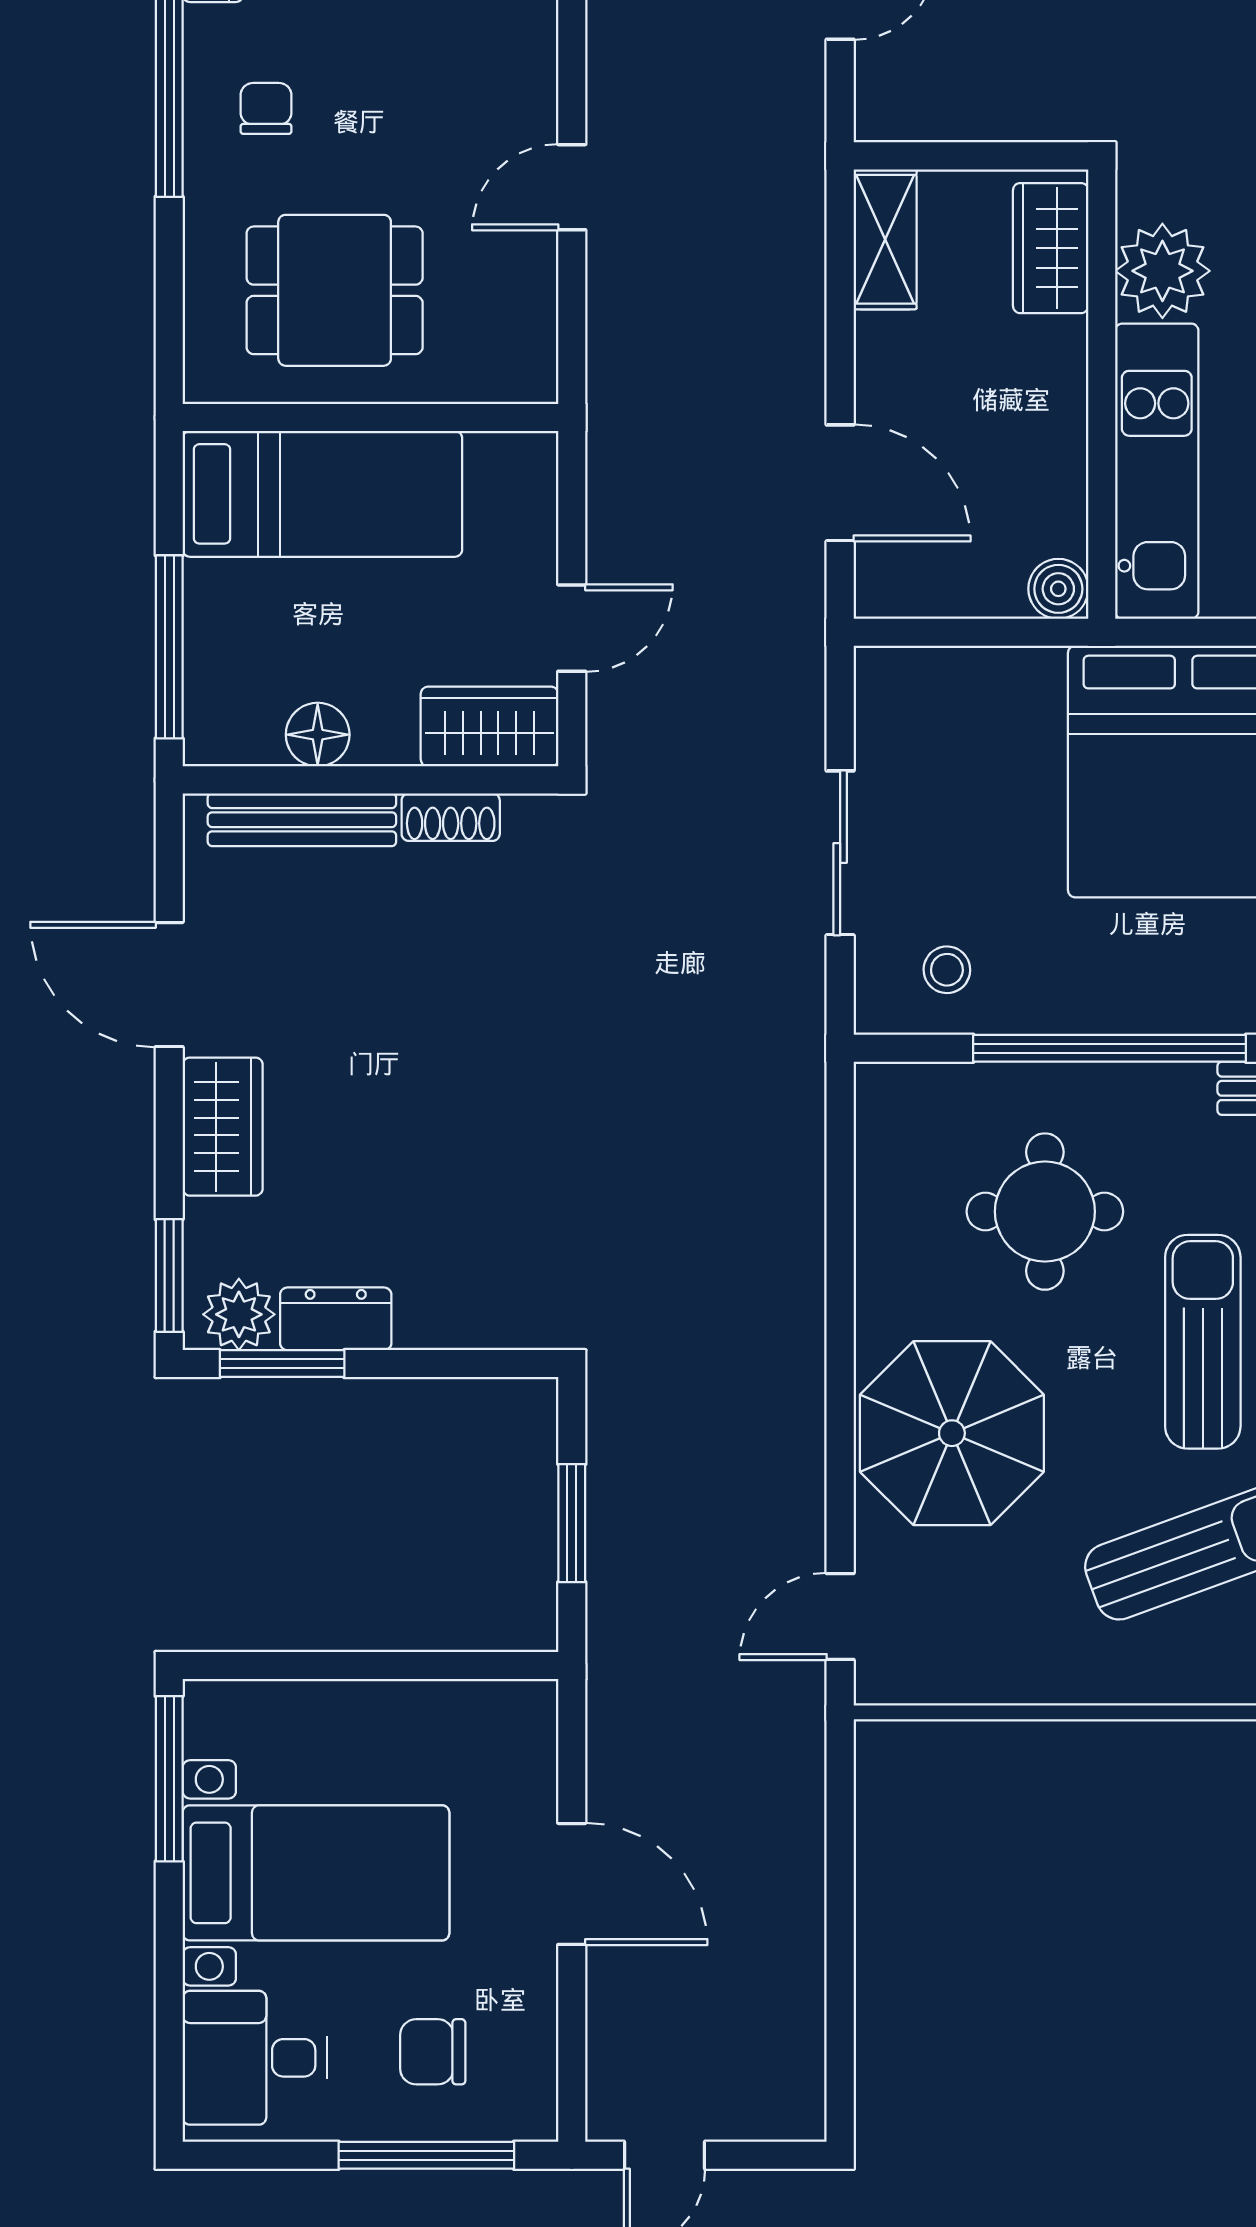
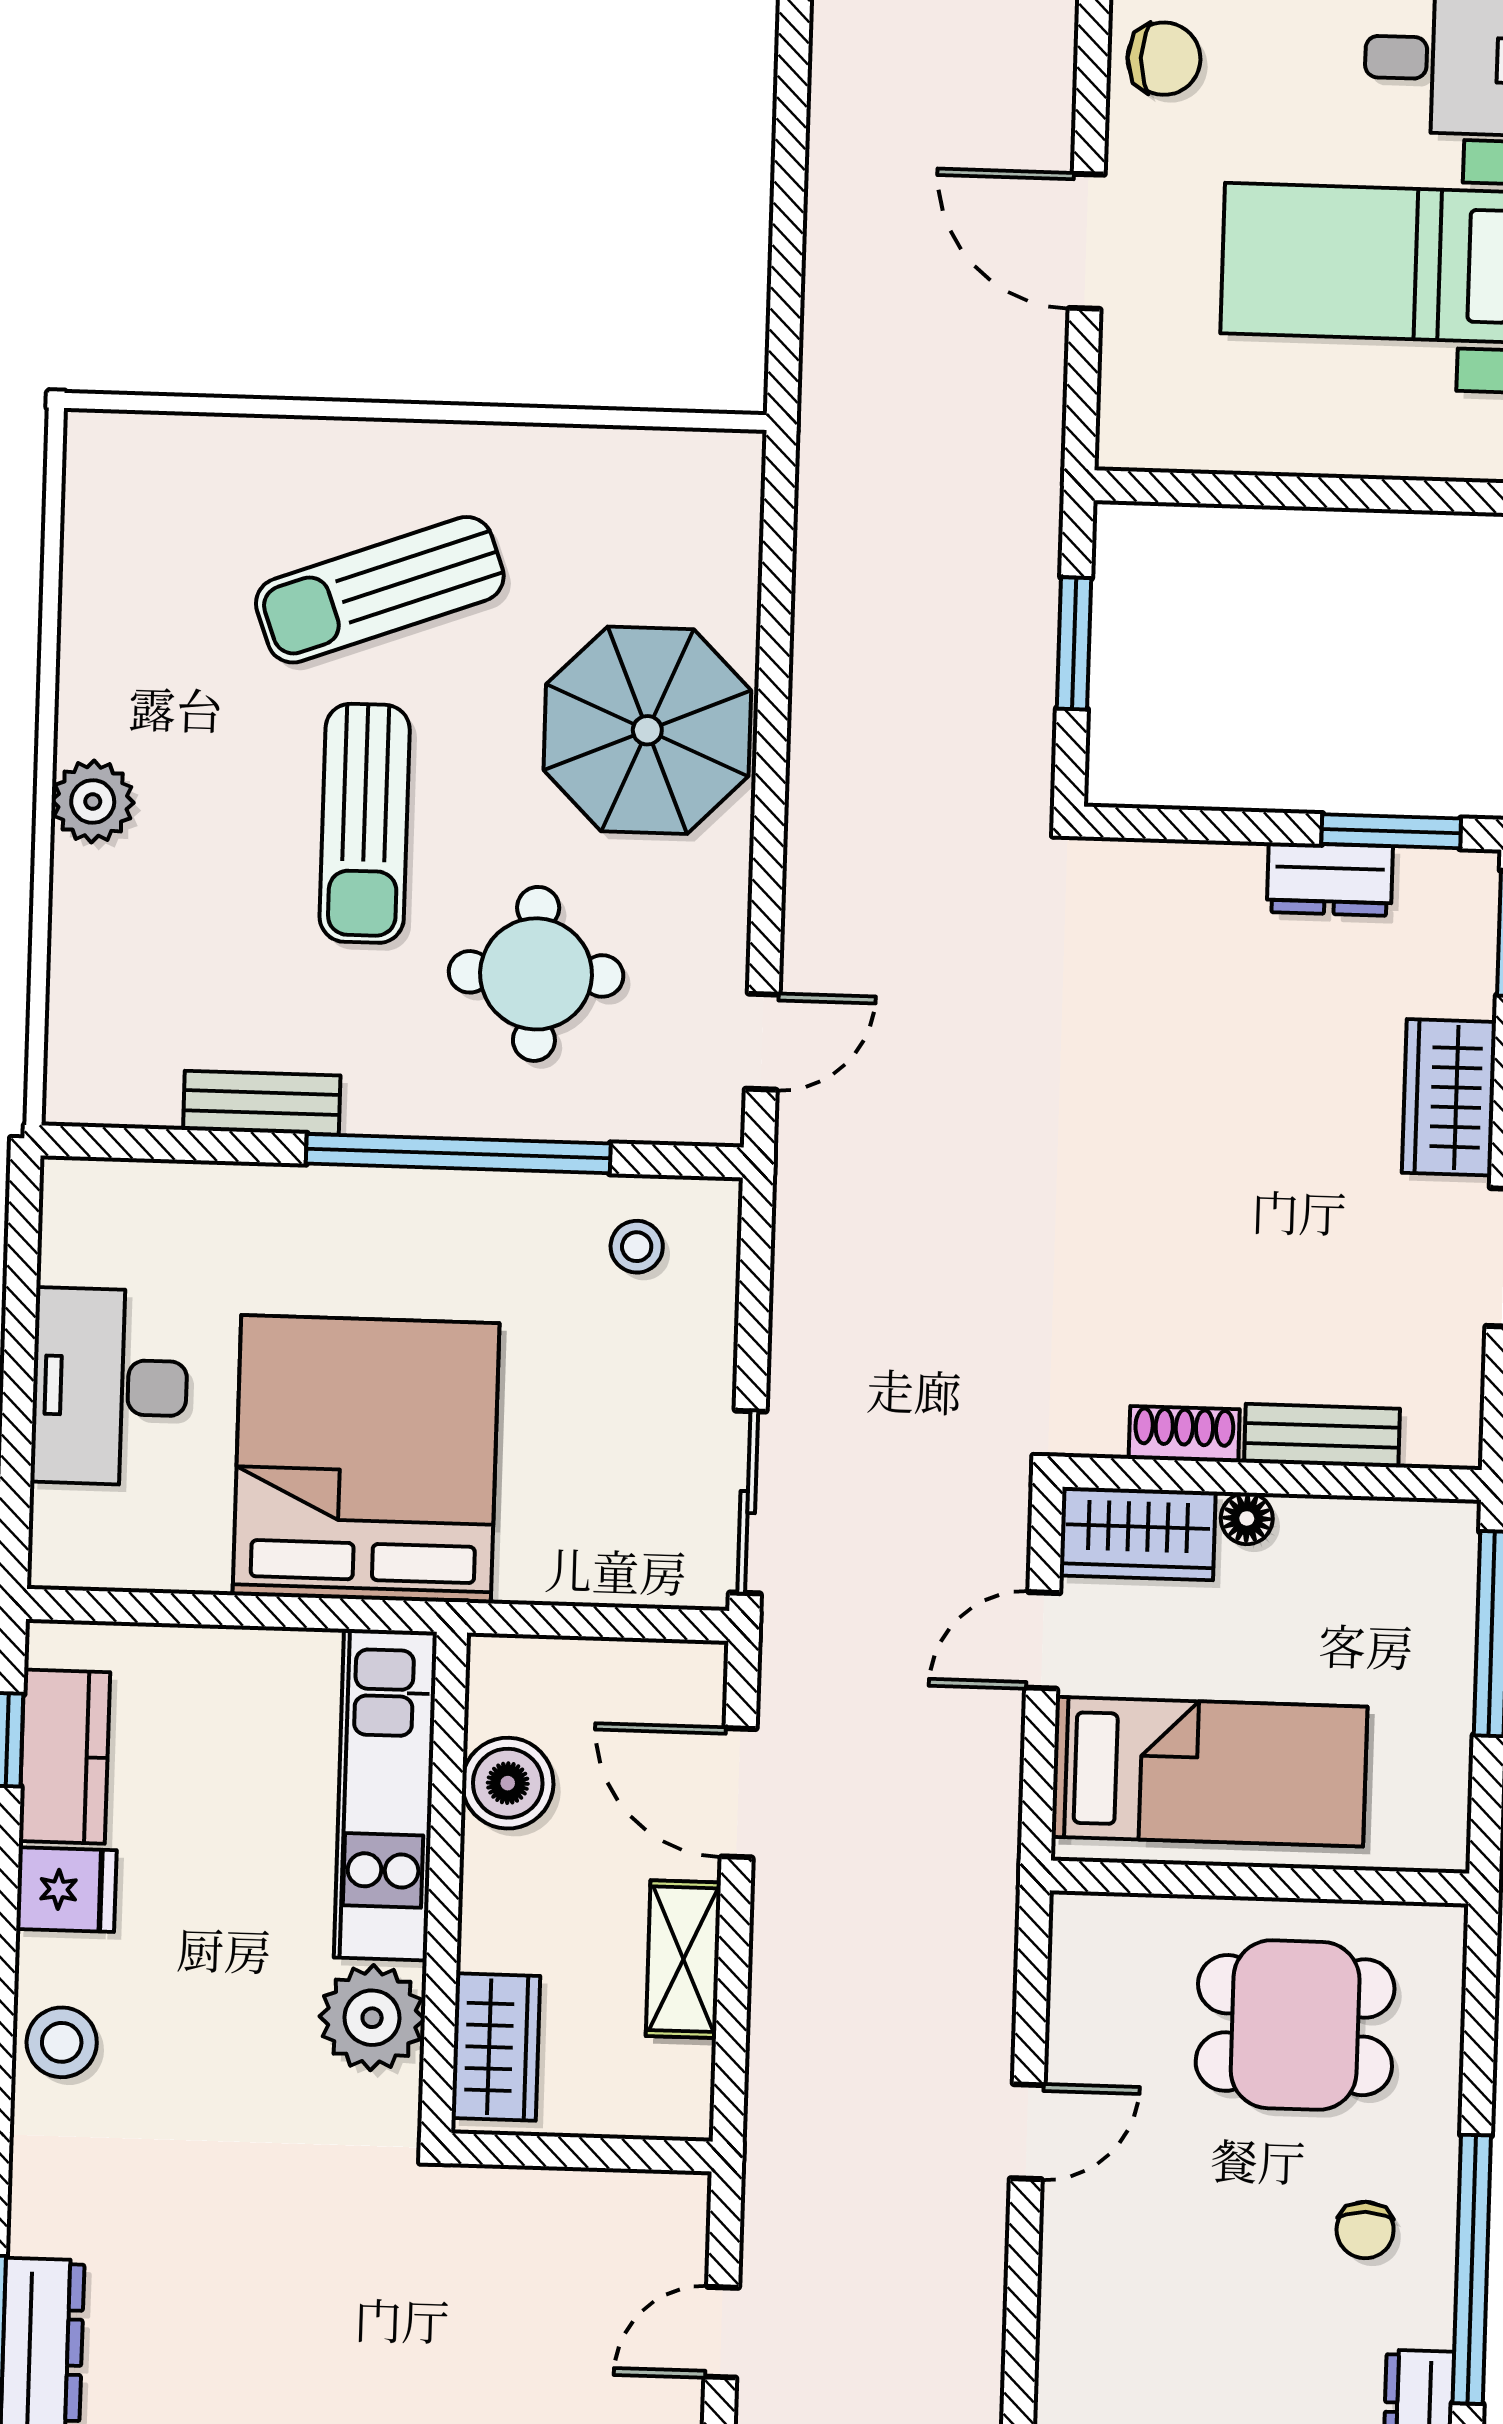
shelving: (885, 239) -> (683, 1959), moved
bed: (322, 494) -> (1209, 1772), moved, turned 180
boiler: (1058, 589) -> (508, 1783), moved, width x1.36, depth x1.36
floor lamp: (318, 735) -> (1247, 1518), moved, width x0.73, depth x0.73
bench: (302, 820) -> (1322, 1436), width x0.73
sliding door: (840, 853) -> (748, 1502), moved
plant: (239, 1314) -> (1438, 888), removed
door: (840, 1616) -> (762, 1042), moved
chair: (433, 2052) -> (1164, 59), moved

